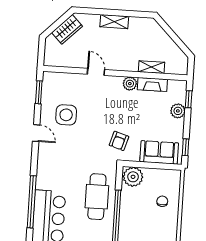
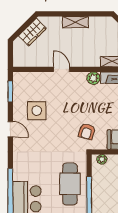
plant: (133, 177) -> (102, 159), width x0.53, depth x0.53

